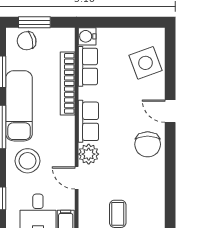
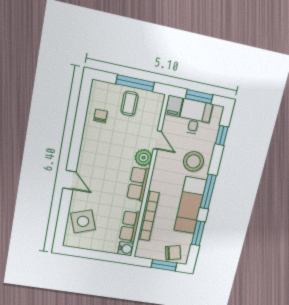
chair: (148, 144) -> (101, 116), moved, width x0.54, depth x0.54

